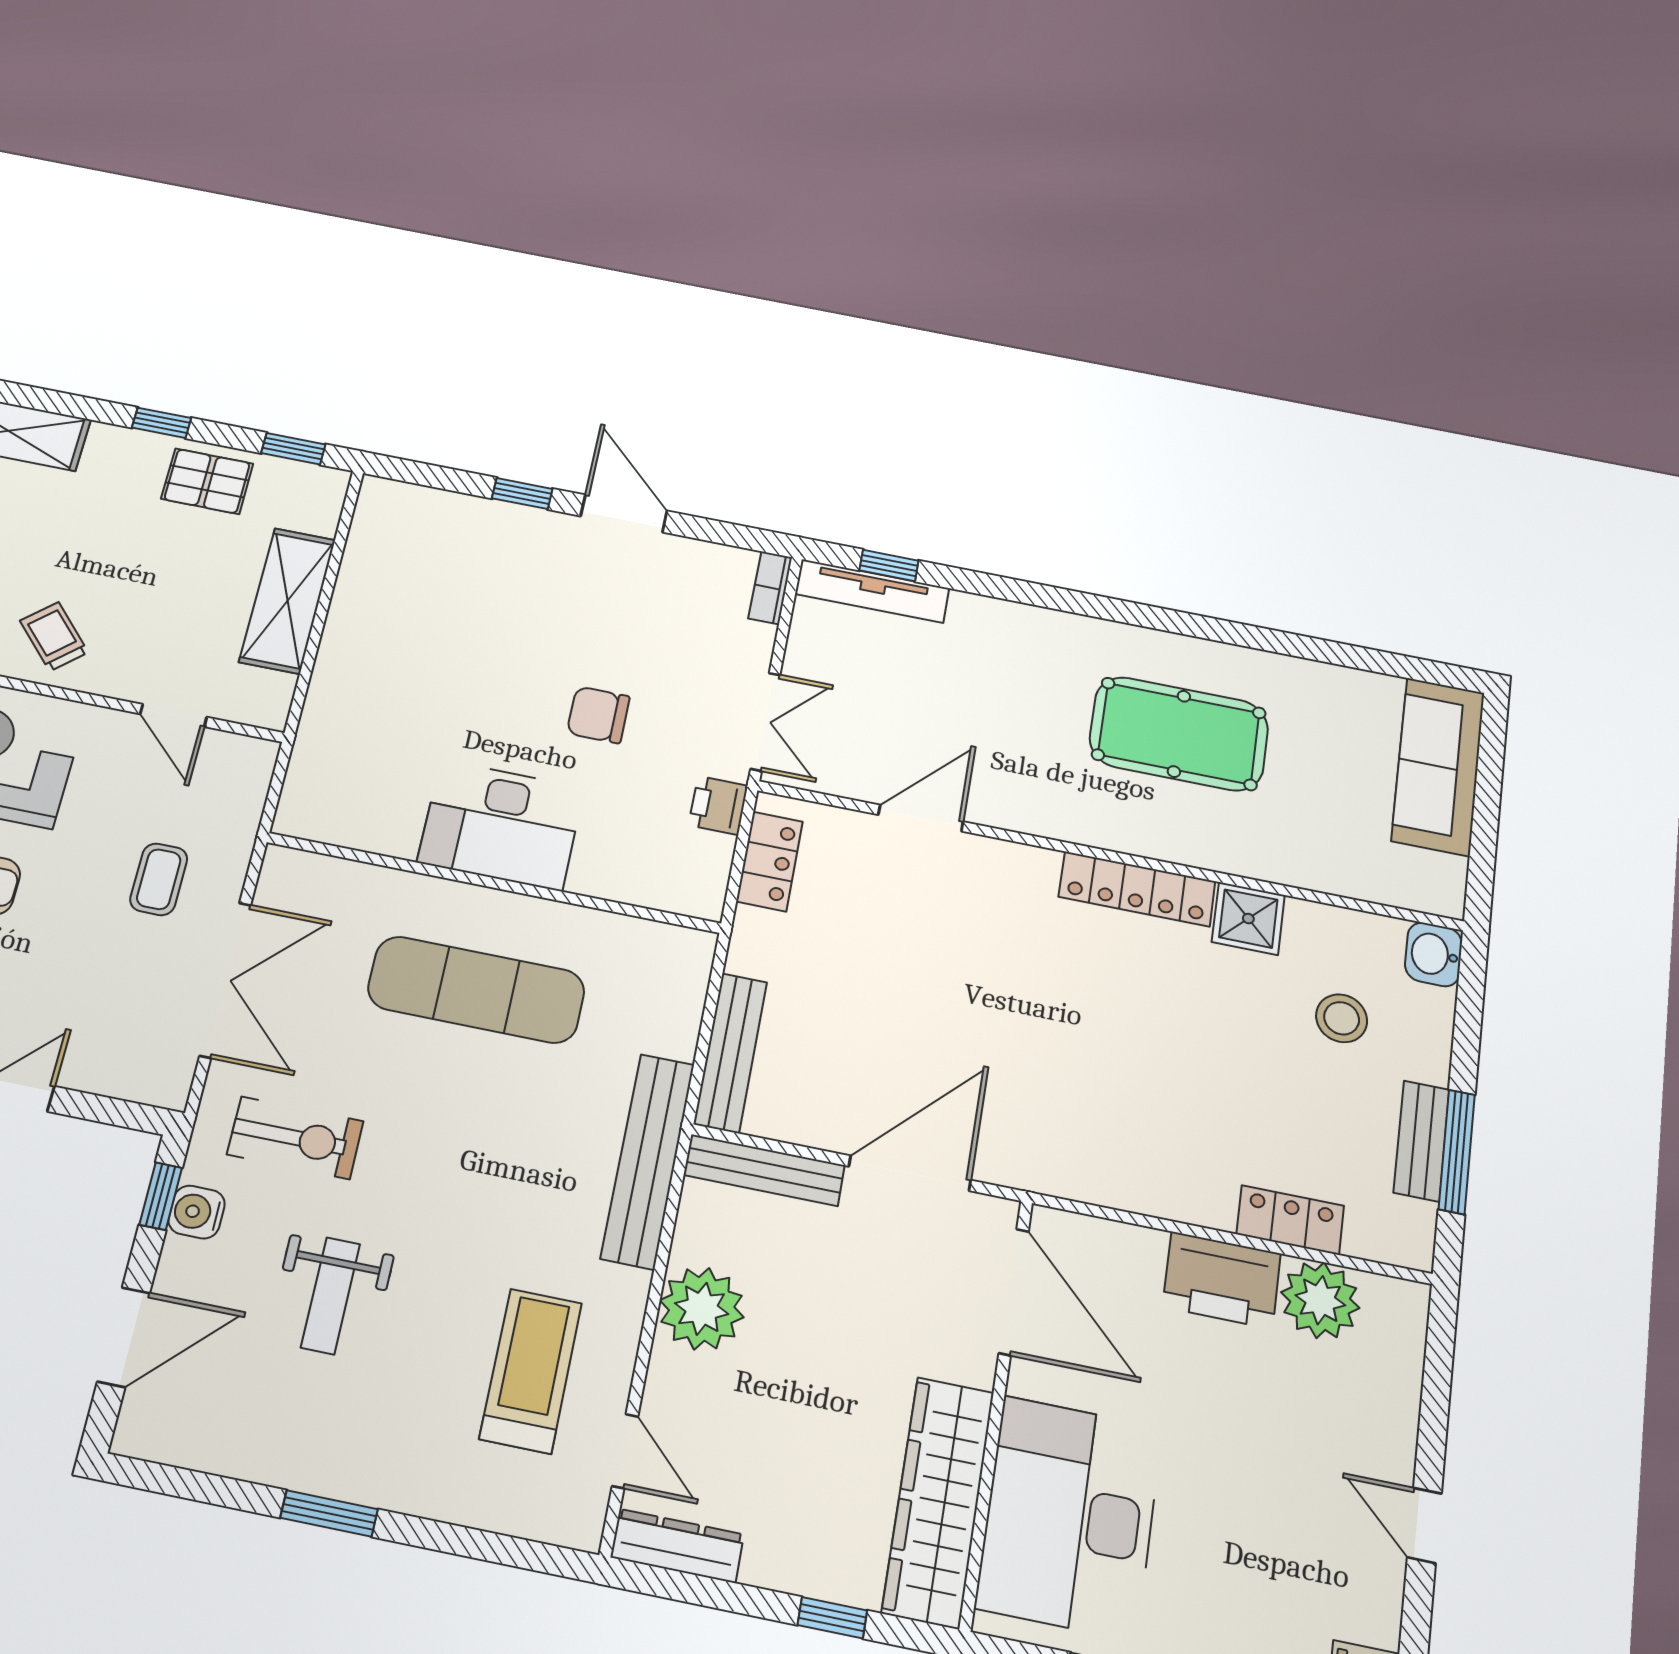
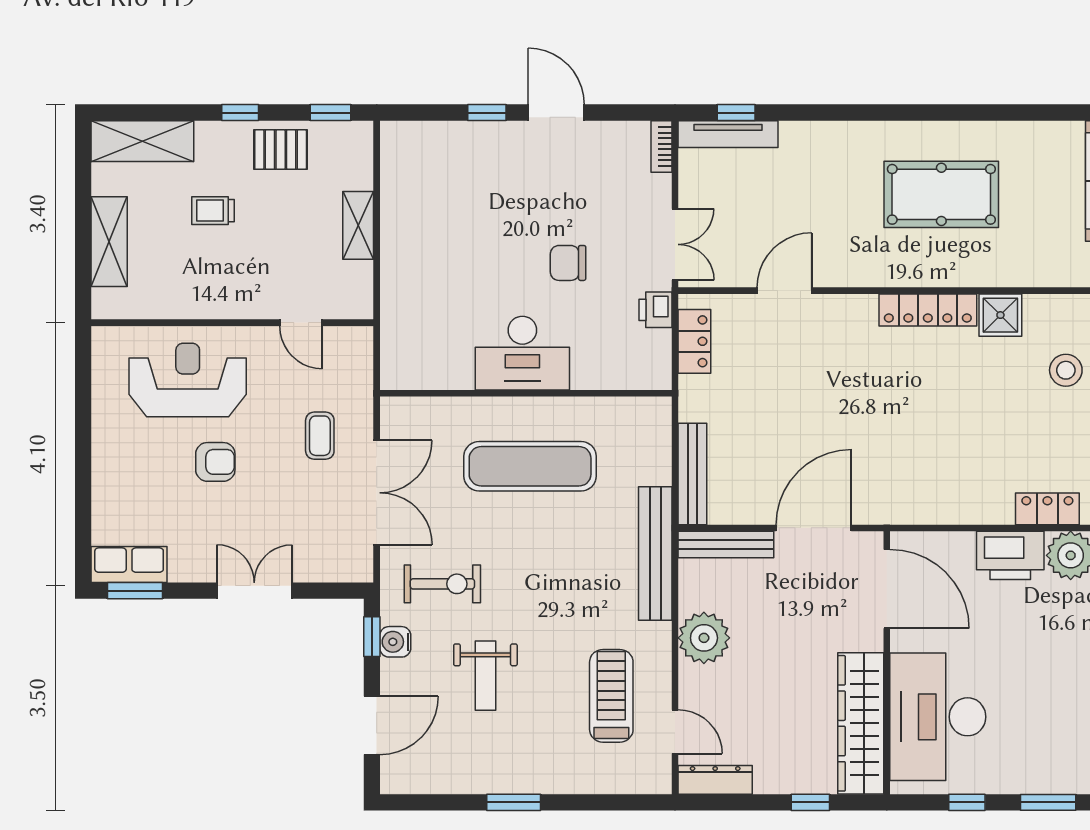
shelving: (287, 601) -> (358, 225), width x0.67, depth x0.75
trolley: (54, 637) -> (213, 211), moved, turned -48

